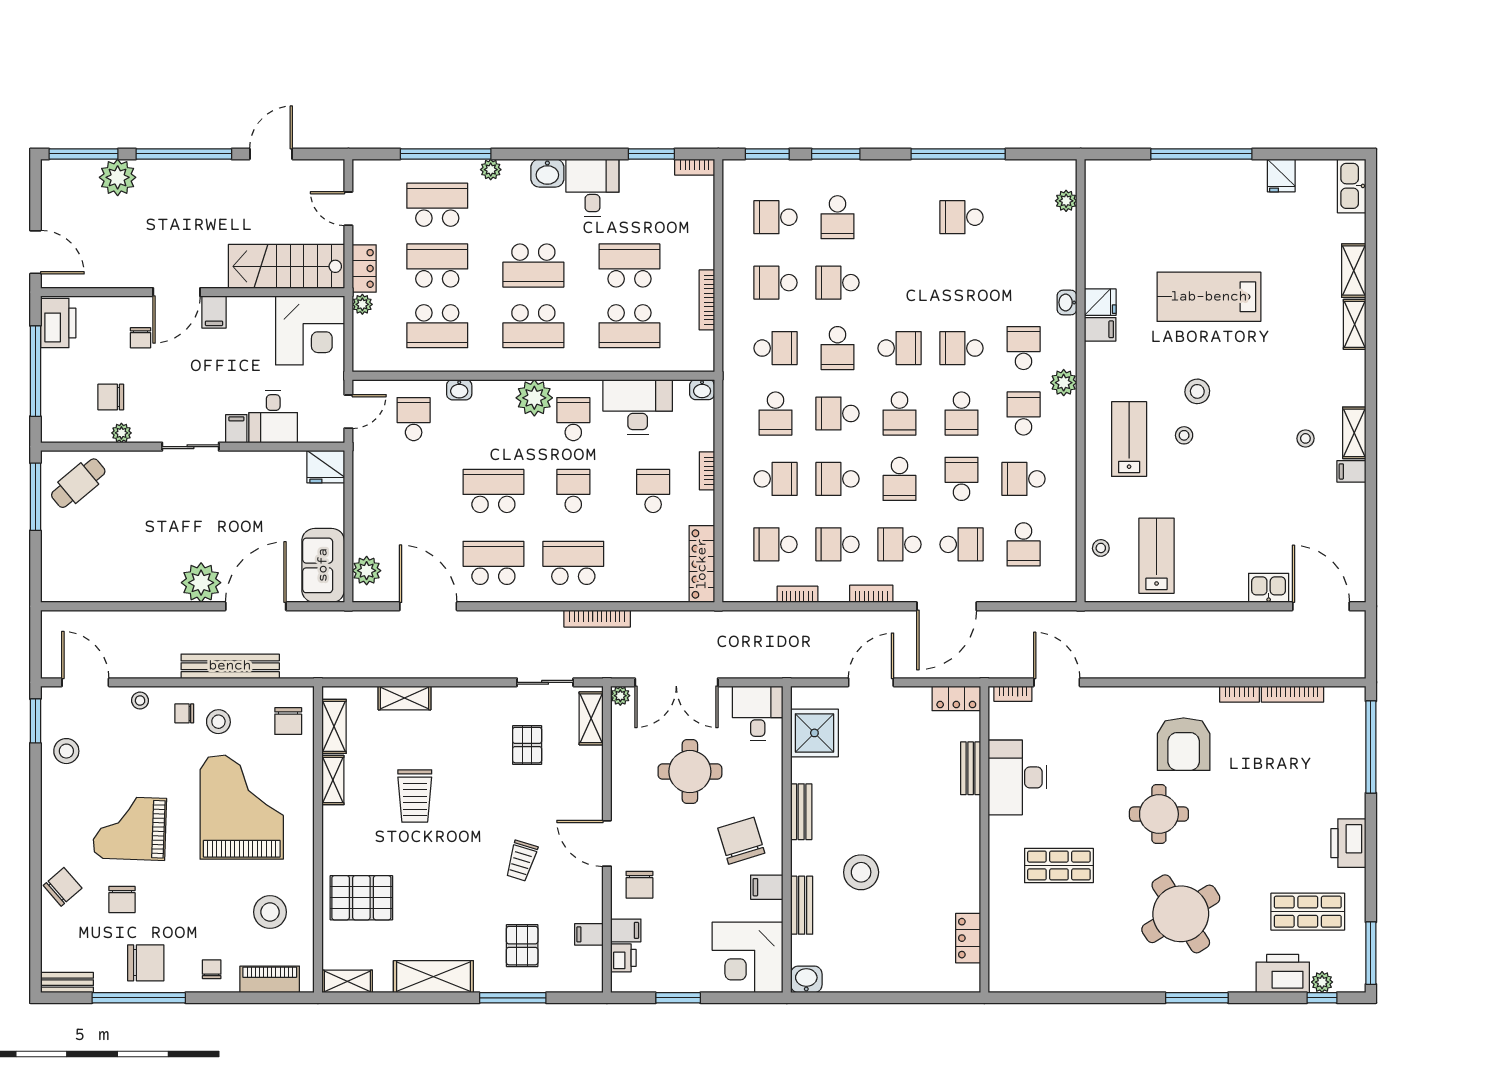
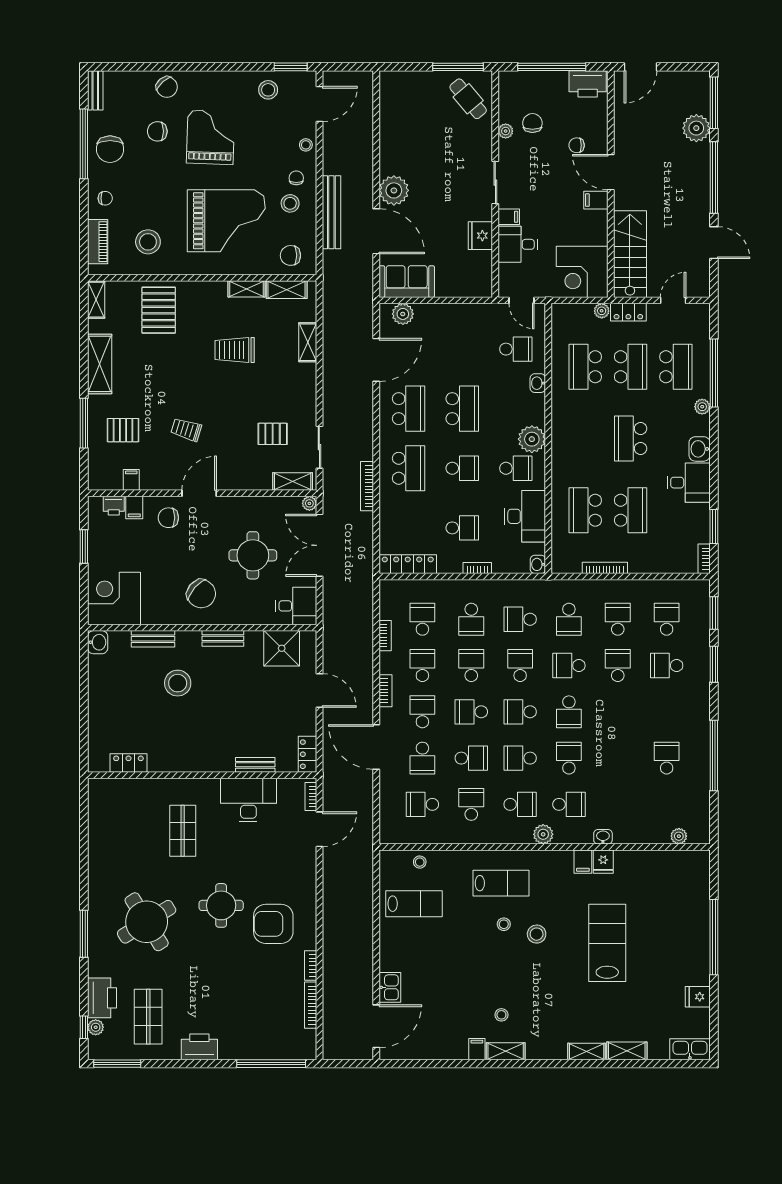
school desk: (533, 326) -> (585, 438), removed
fridge: (326, 467) -> (480, 236), moved
chair: (741, 841) -> (201, 594), turned 58
filing cabinet: (767, 887) -> (166, 613), removed

